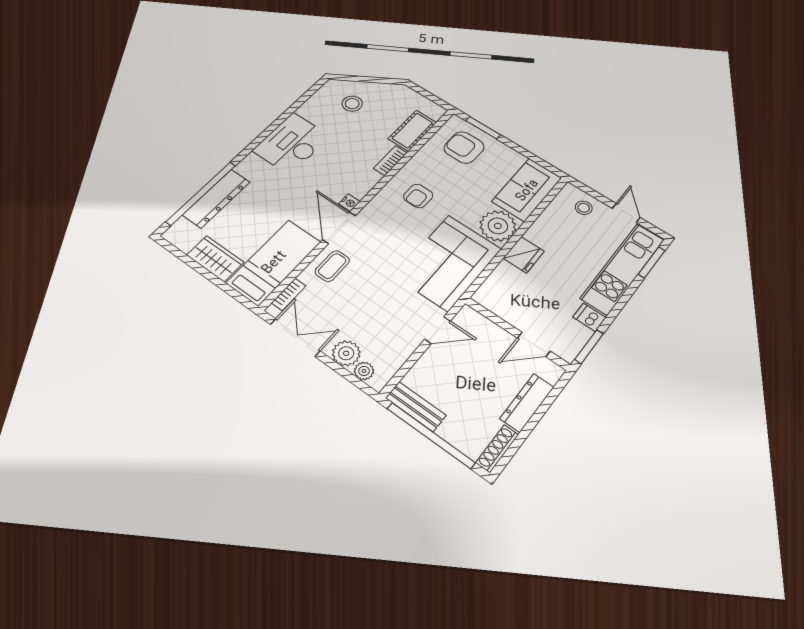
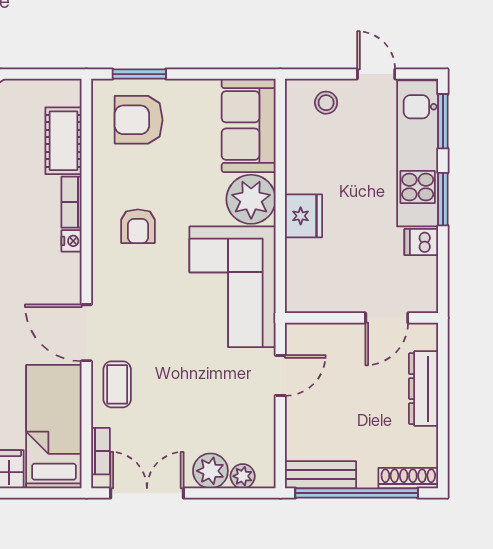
nightstand: (349, 203) -> (72, 241), moved
window: (589, 347) -> (443, 199), moved
shoe rack: (497, 449) -> (408, 478), moved, turned 90

